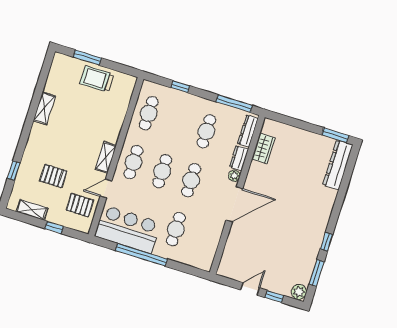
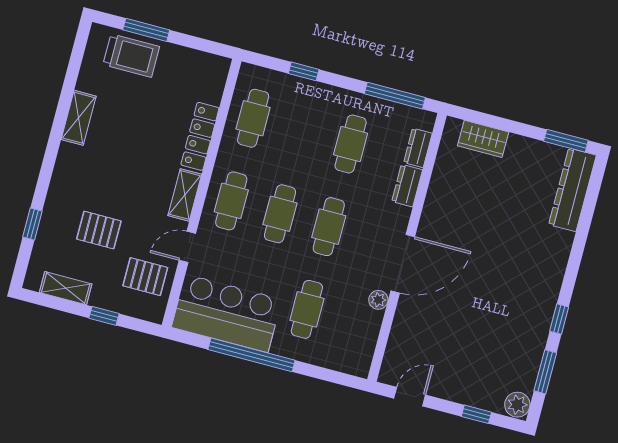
trolley: (97, 79) -> (131, 56), moved, turned 180
locker: (116, 123) -> (200, 136), added
dresser: (248, 131) -> (418, 148), width x0.70
wardrobe: (263, 148) -> (483, 139), moved, turned 90
plant: (234, 176) -> (378, 300), moved
door: (250, 289) -> (410, 397), moved

